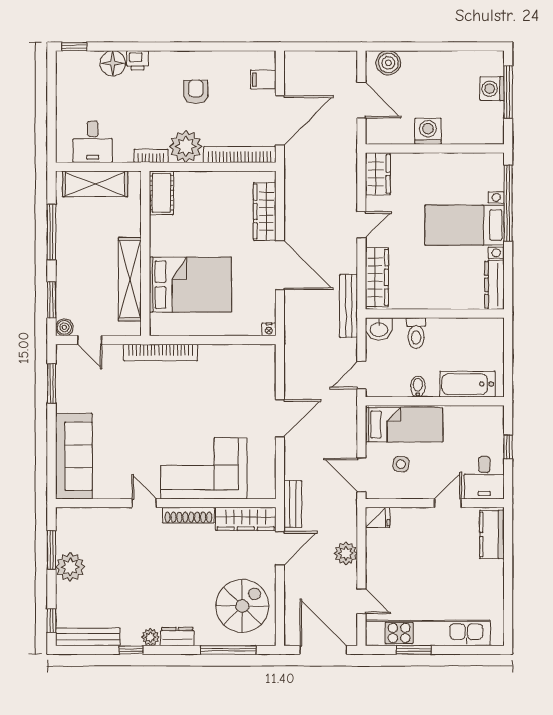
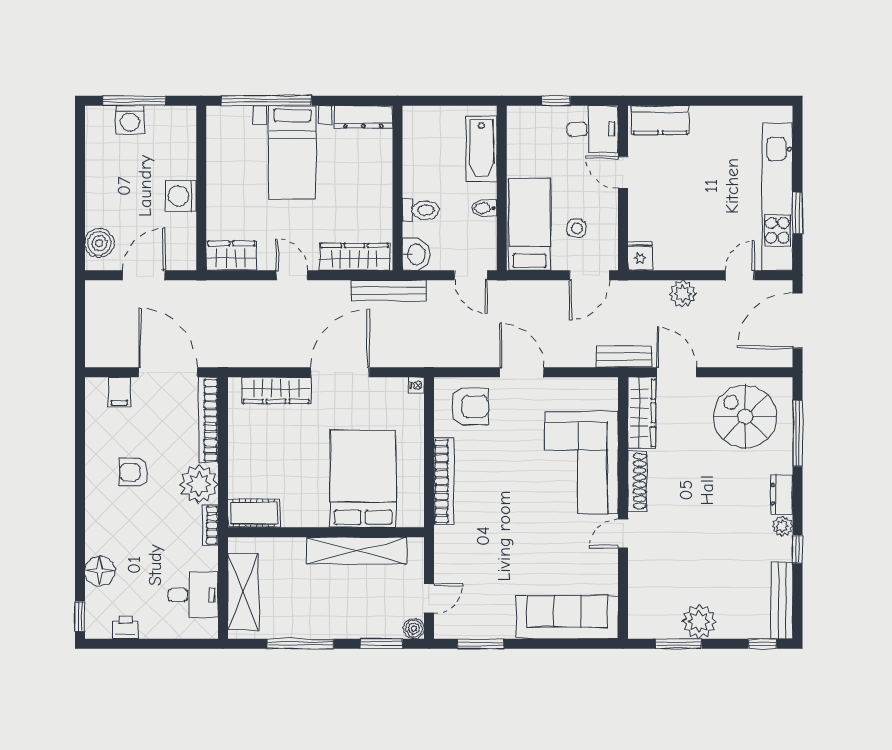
printer: (138, 60) -> (125, 627), moved, turned -90
bookcase: (160, 353) -> (444, 481), moved
armchair: (251, 374) -> (470, 406), added

